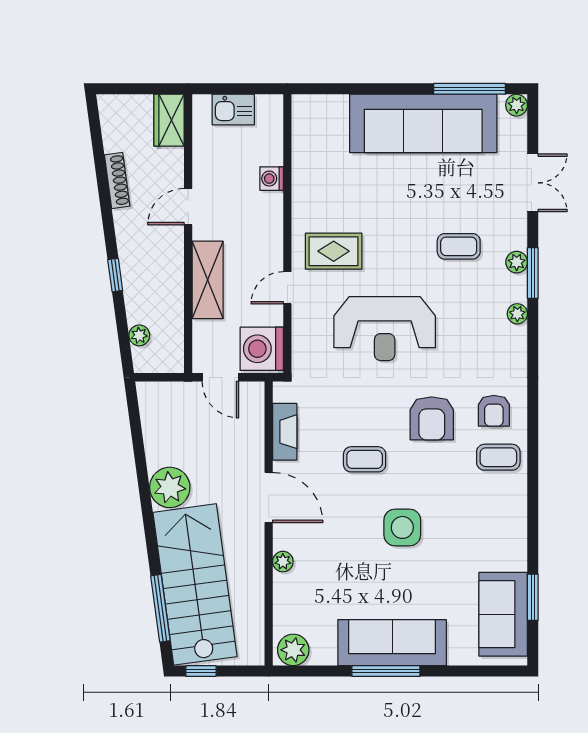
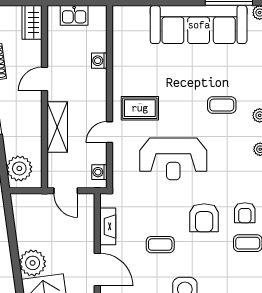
plant: (139, 335) -> (19, 168), width x1.87, depth x1.87
washing machine: (262, 349) -> (99, 172), width x0.53, depth x0.53

